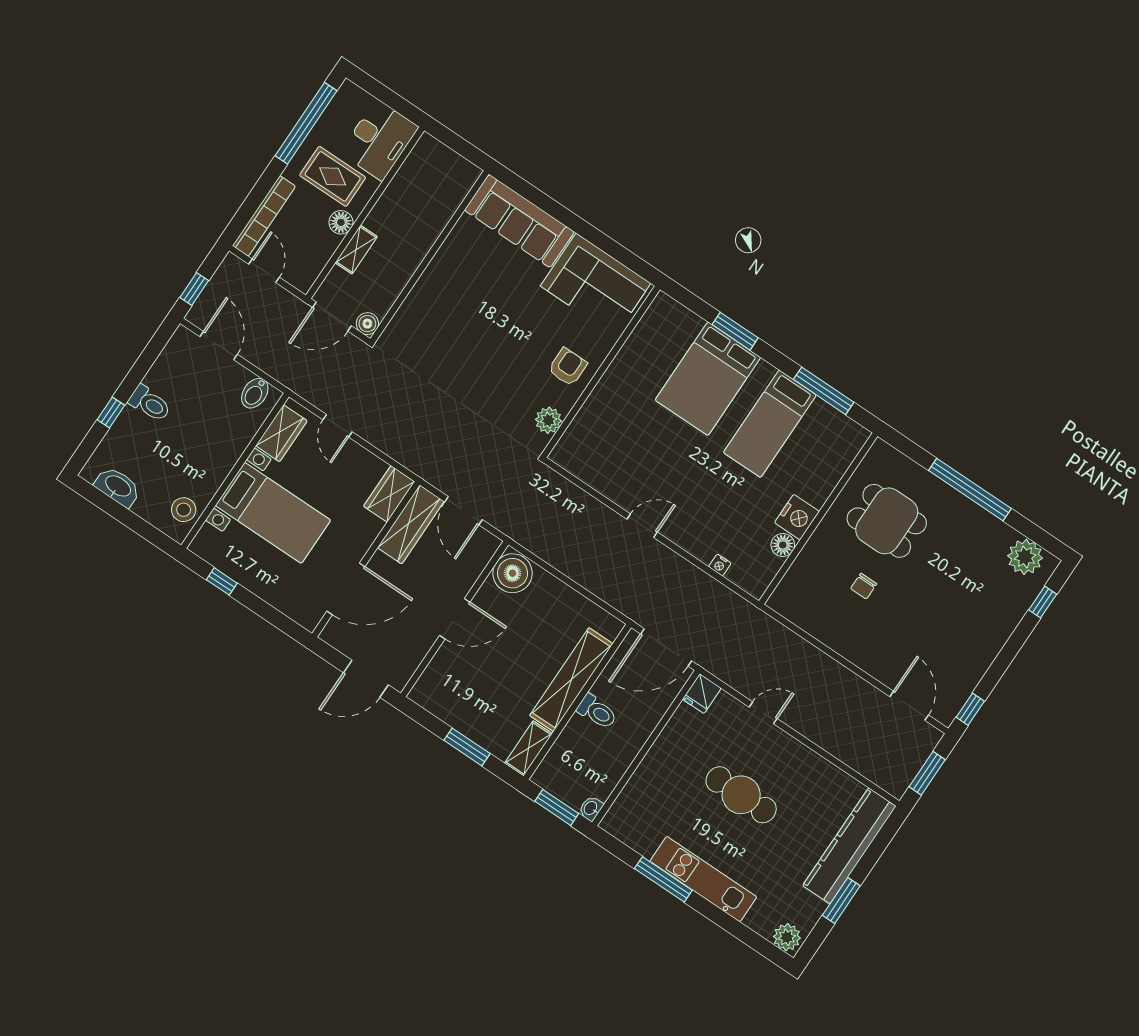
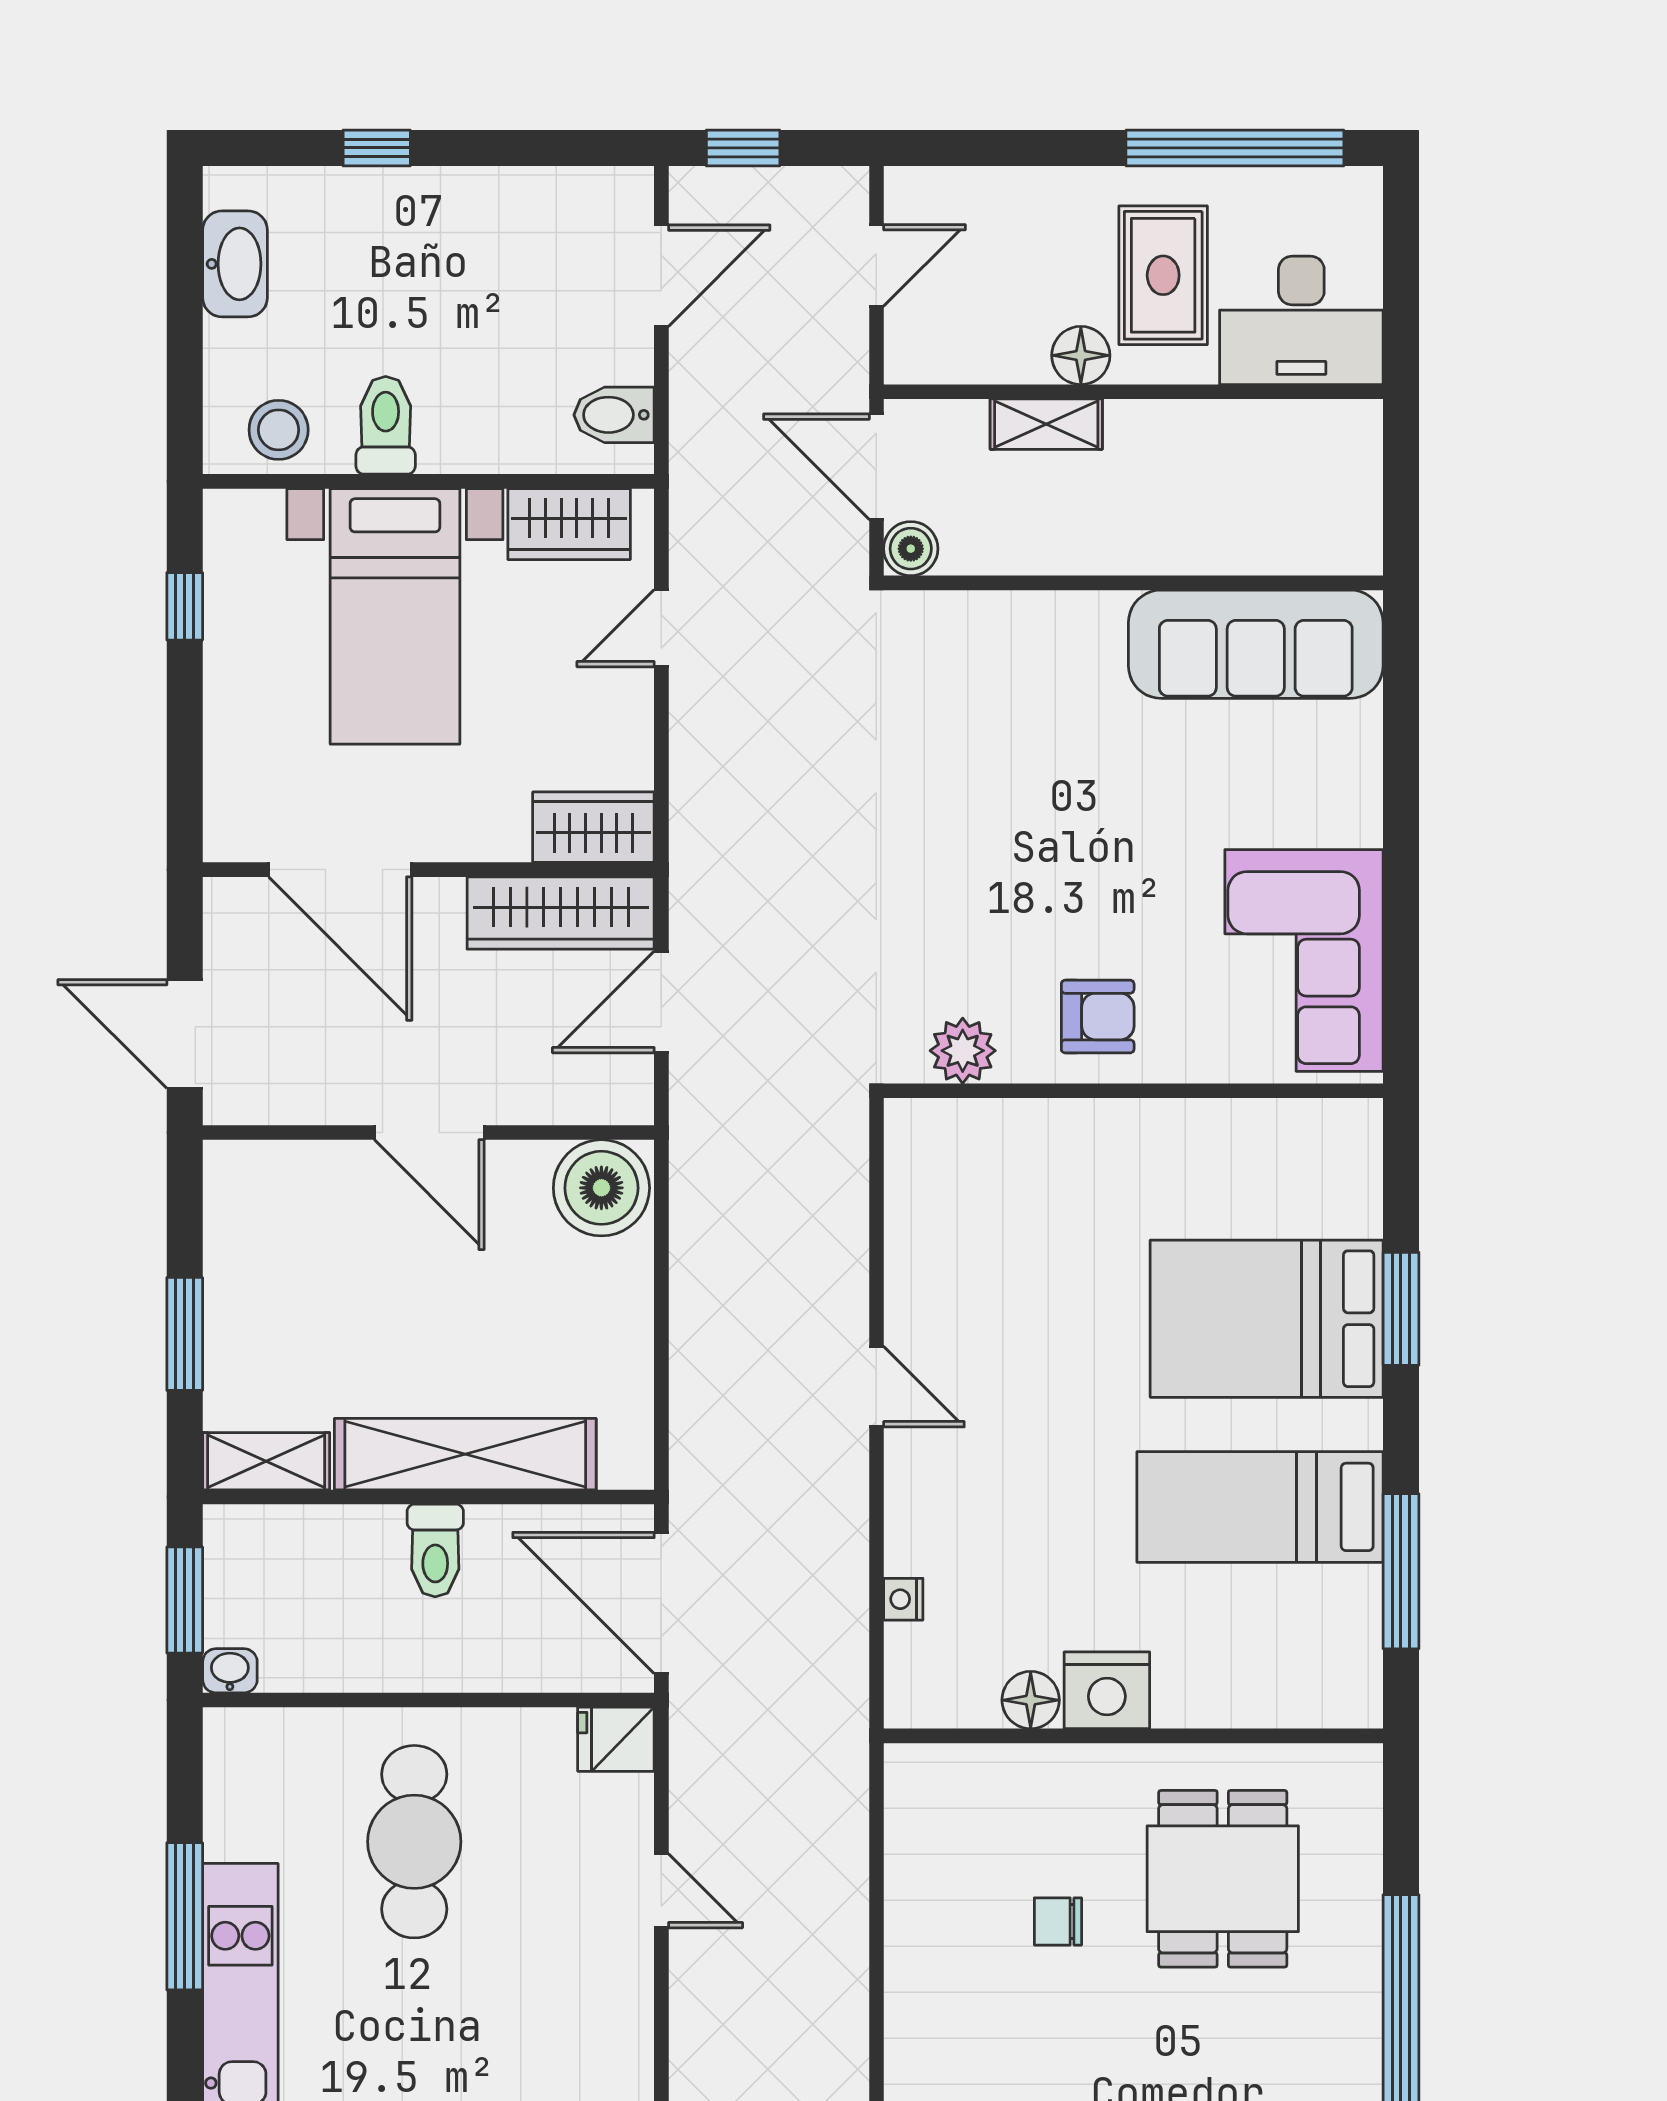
bookcase: (264, 216) -> (988, 190), removed
sofa: (519, 221) -> (1256, 644), moved, turned -90
toilet: (150, 403) -> (386, 425), moved, turned 180
cafe table: (741, 795) -> (414, 1842), moved

